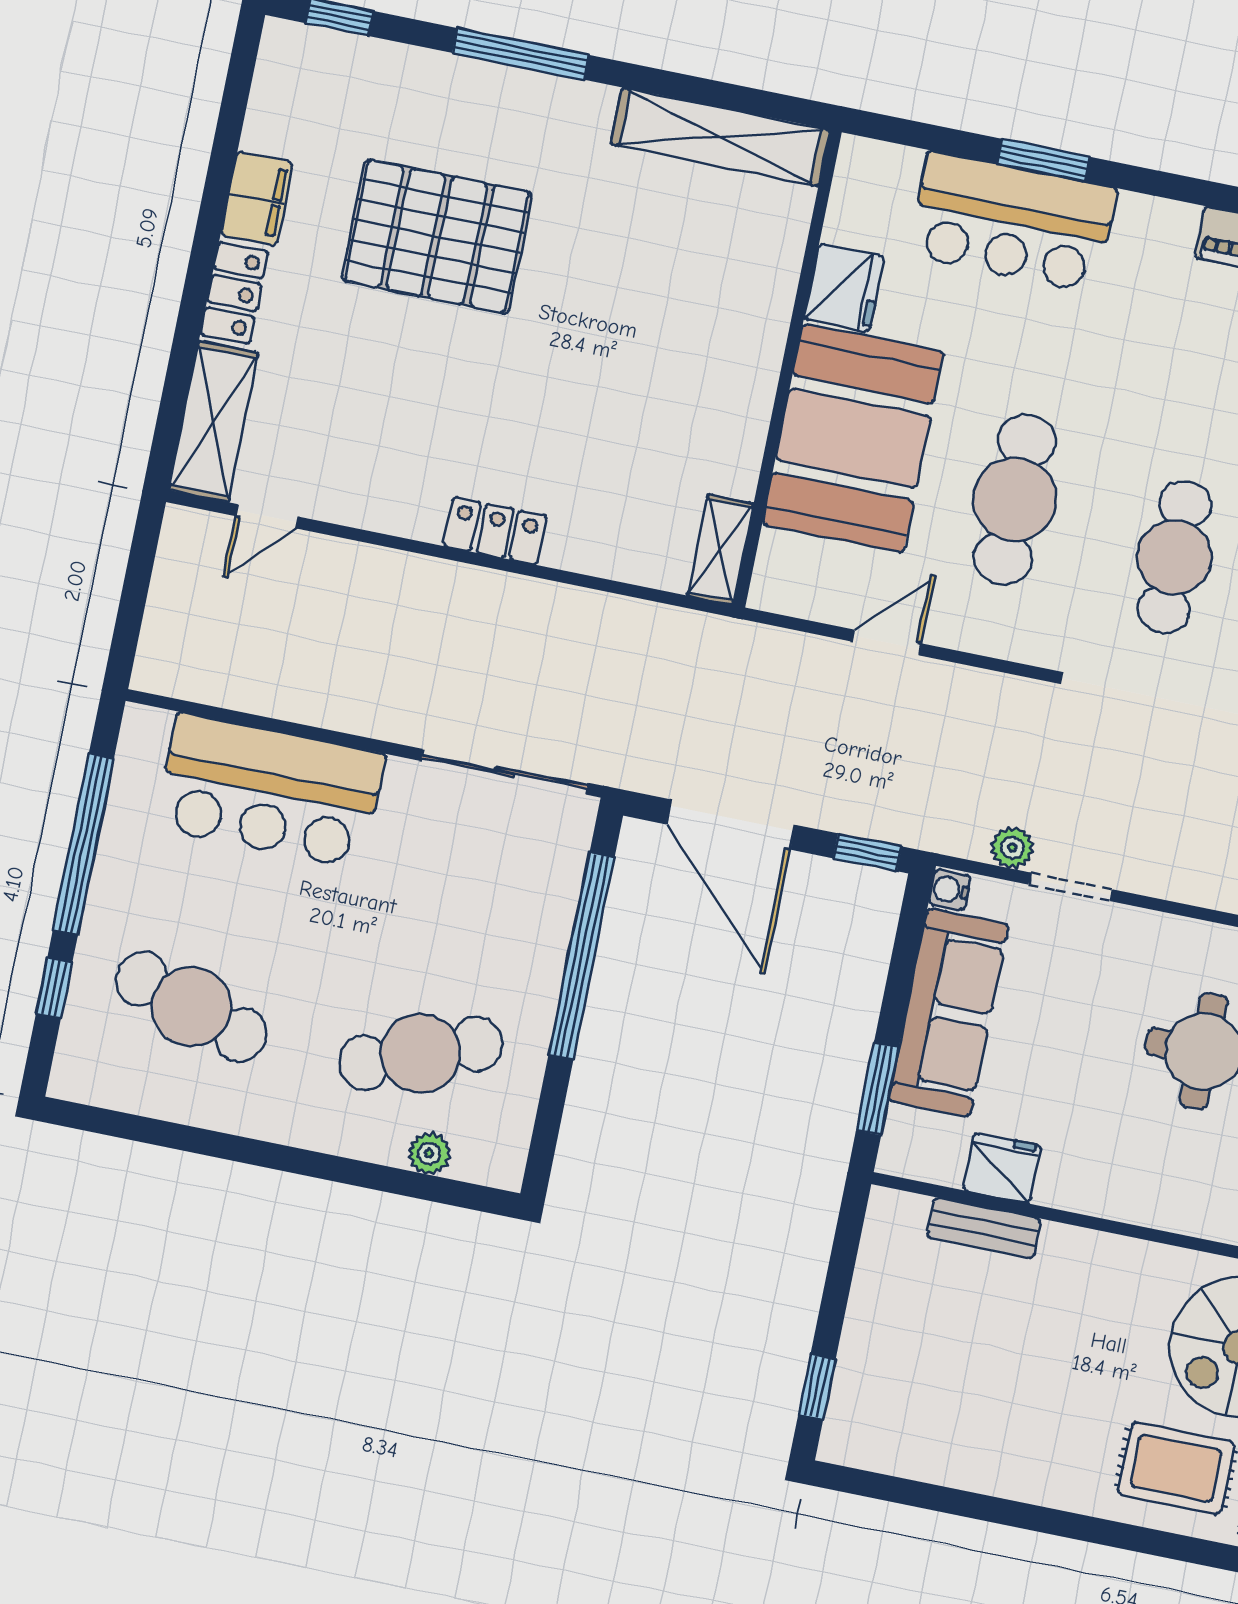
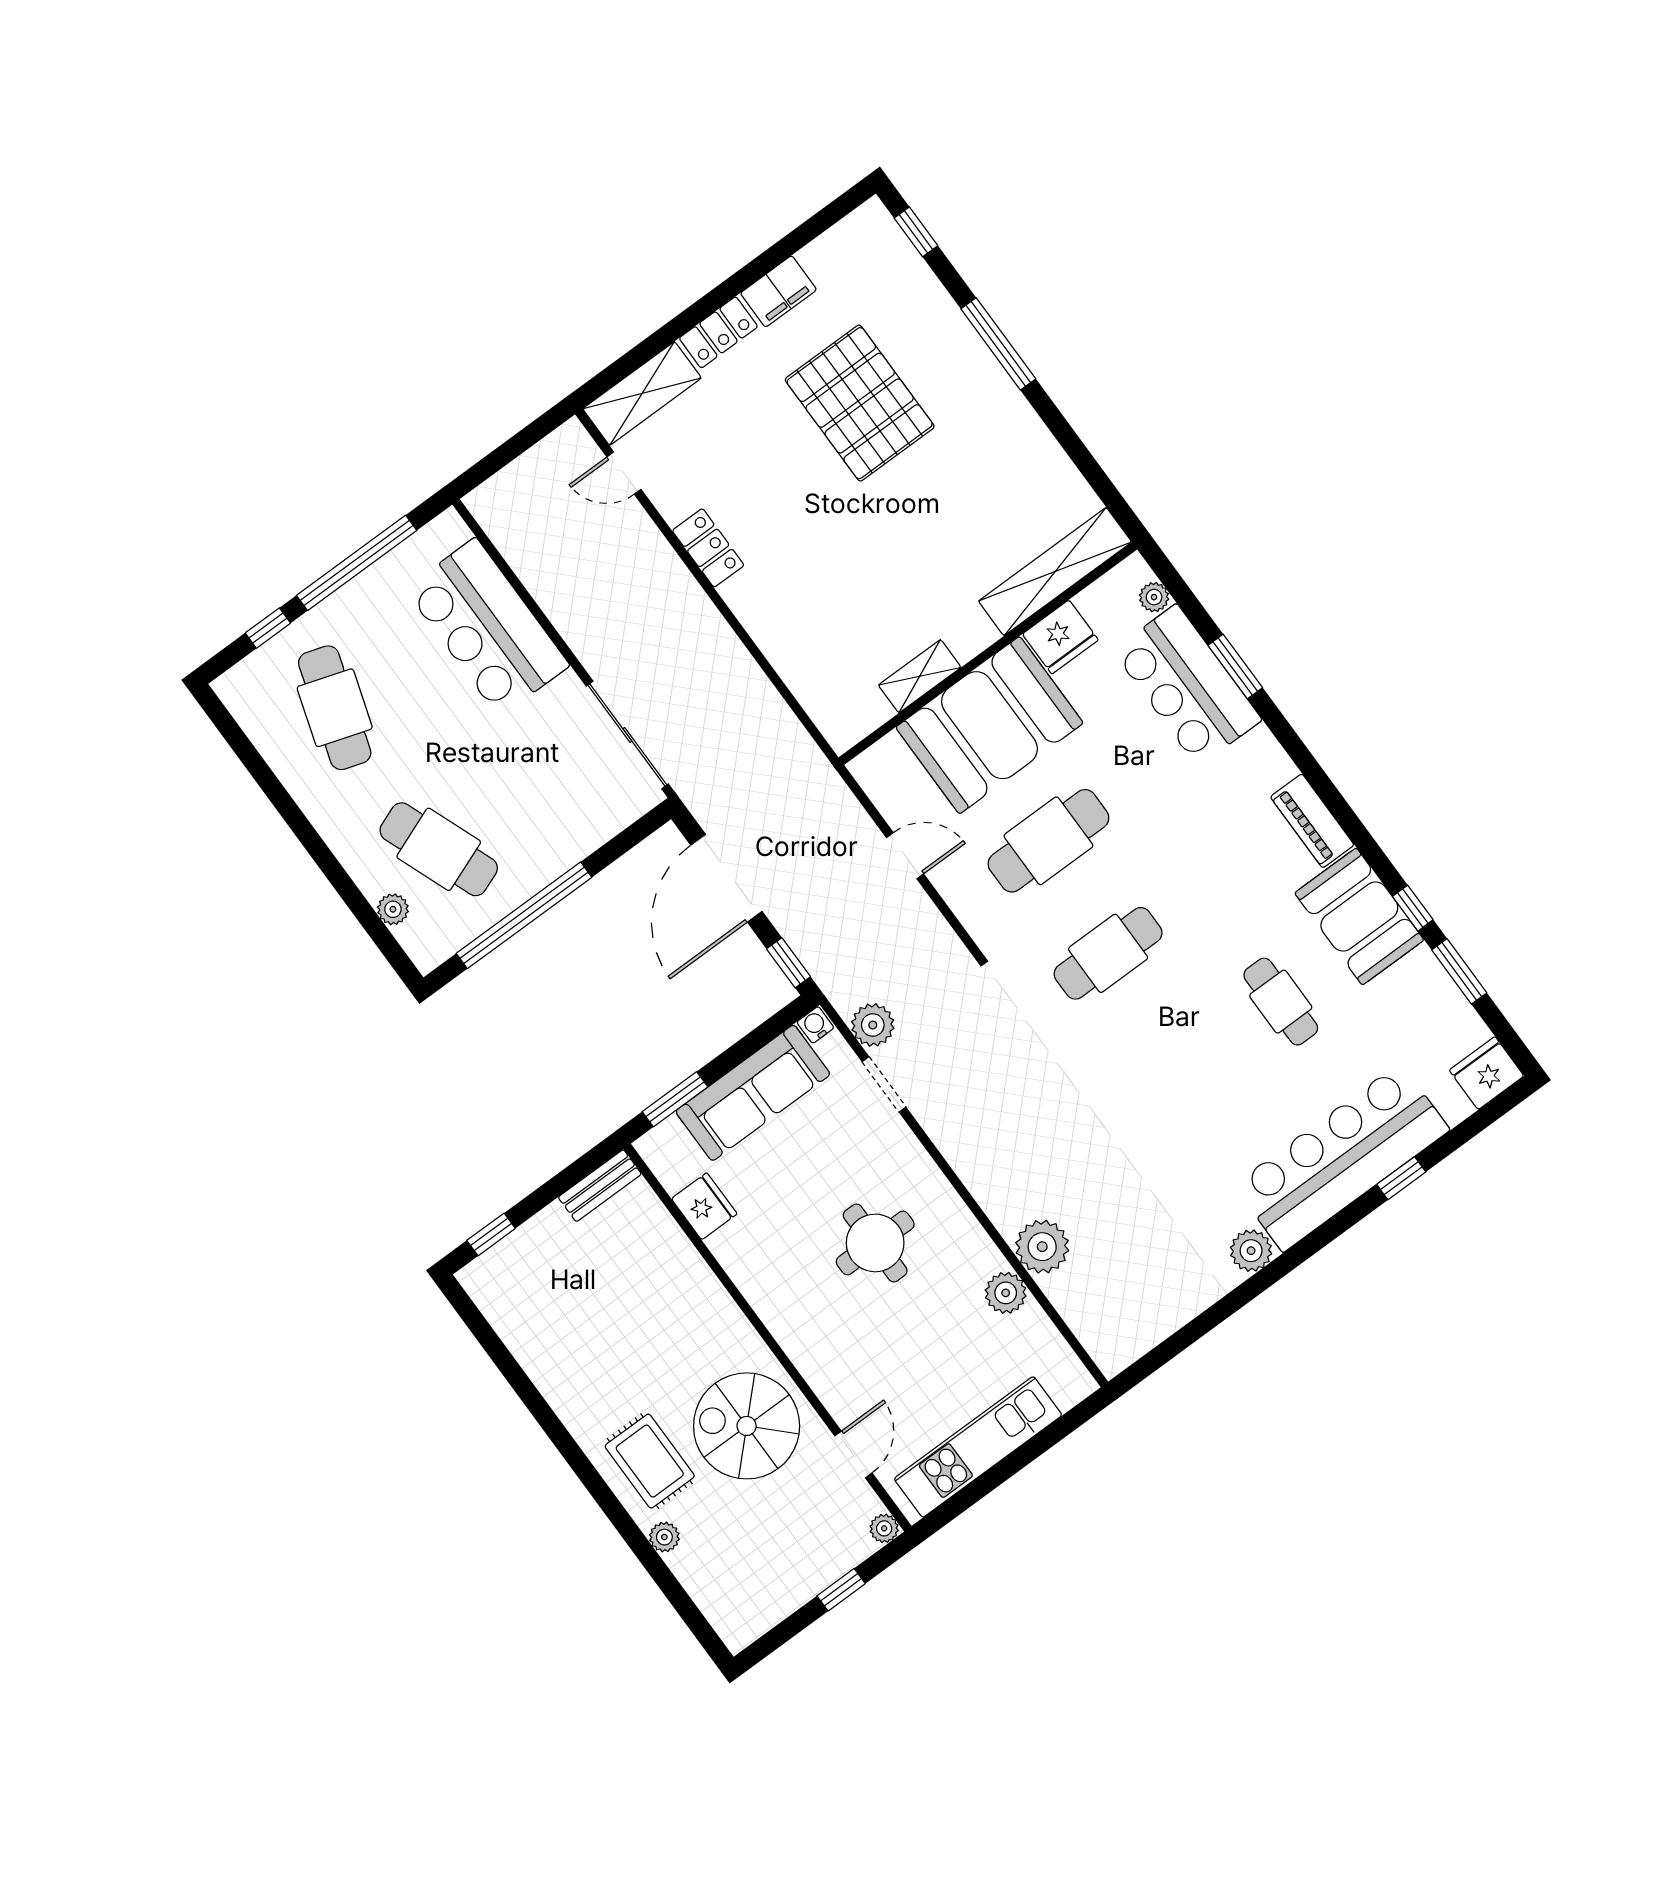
shelving: (720, 137) -> (1055, 572), moved, turned 90
plant: (901, 164) -> (1154, 597), added
locker: (495, 531) -> (708, 548), moved
shelving: (721, 550) -> (920, 676), moved
plant: (1012, 848) -> (873, 1025), width x1.38, depth x1.38
window: (581, 956) -> (524, 915), moved
bench: (984, 1228) -> (600, 1186), moved, turned 90

